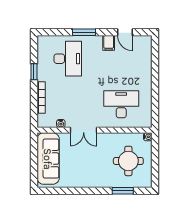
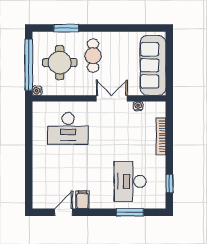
window: (84, 32) -> (130, 212), moved
door: (125, 32) -> (64, 212), hinge flipped
window: (34, 72) -> (169, 184), moved
window: (155, 159) -> (29, 65), added
cafe table: (100, 167) -> (93, 56), added

